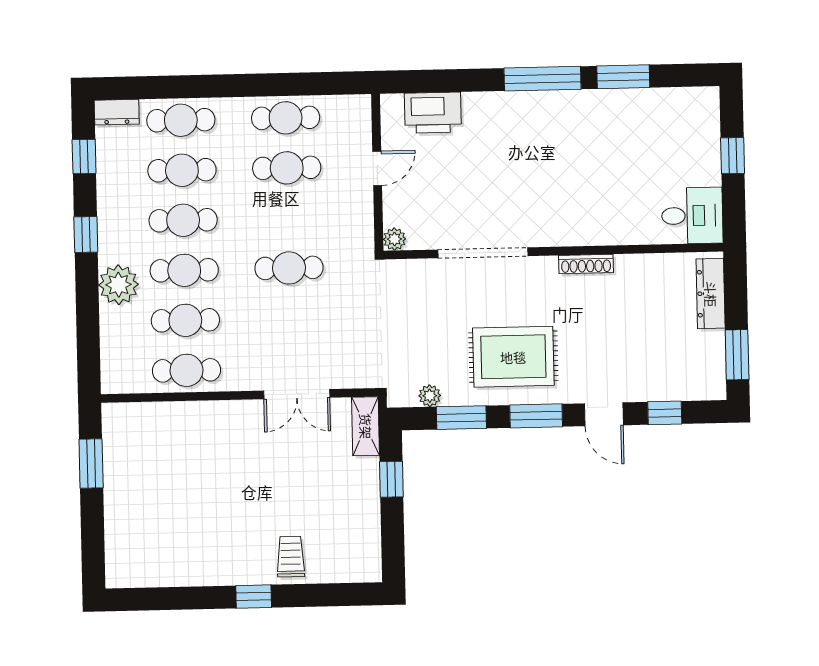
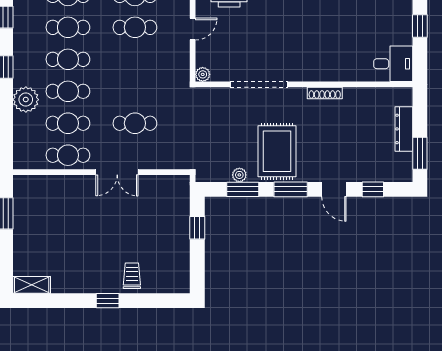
cafe table: (289, 268) -> (135, 123), moved
dresser: (711, 294) -> (404, 129), moved
rug: (513, 357) -> (277, 151), turned 90
double door: (297, 394) -> (117, 172), moved
plant: (430, 396) -> (239, 175), moved
shelving: (366, 426) -> (32, 285), moved, turned 90

